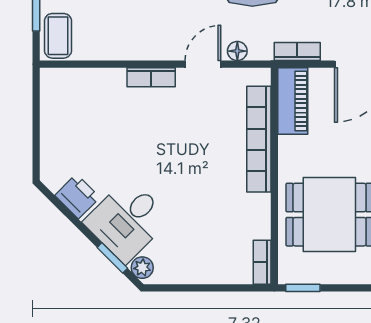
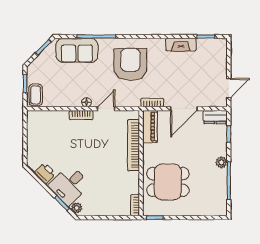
floor lamp: (237, 51) -> (87, 102), moved

